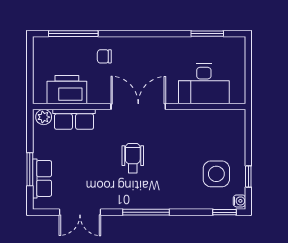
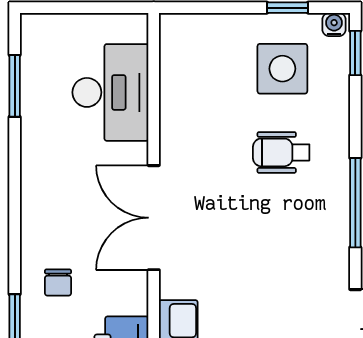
wheelchair: (133, 158) -> (281, 152), moved

